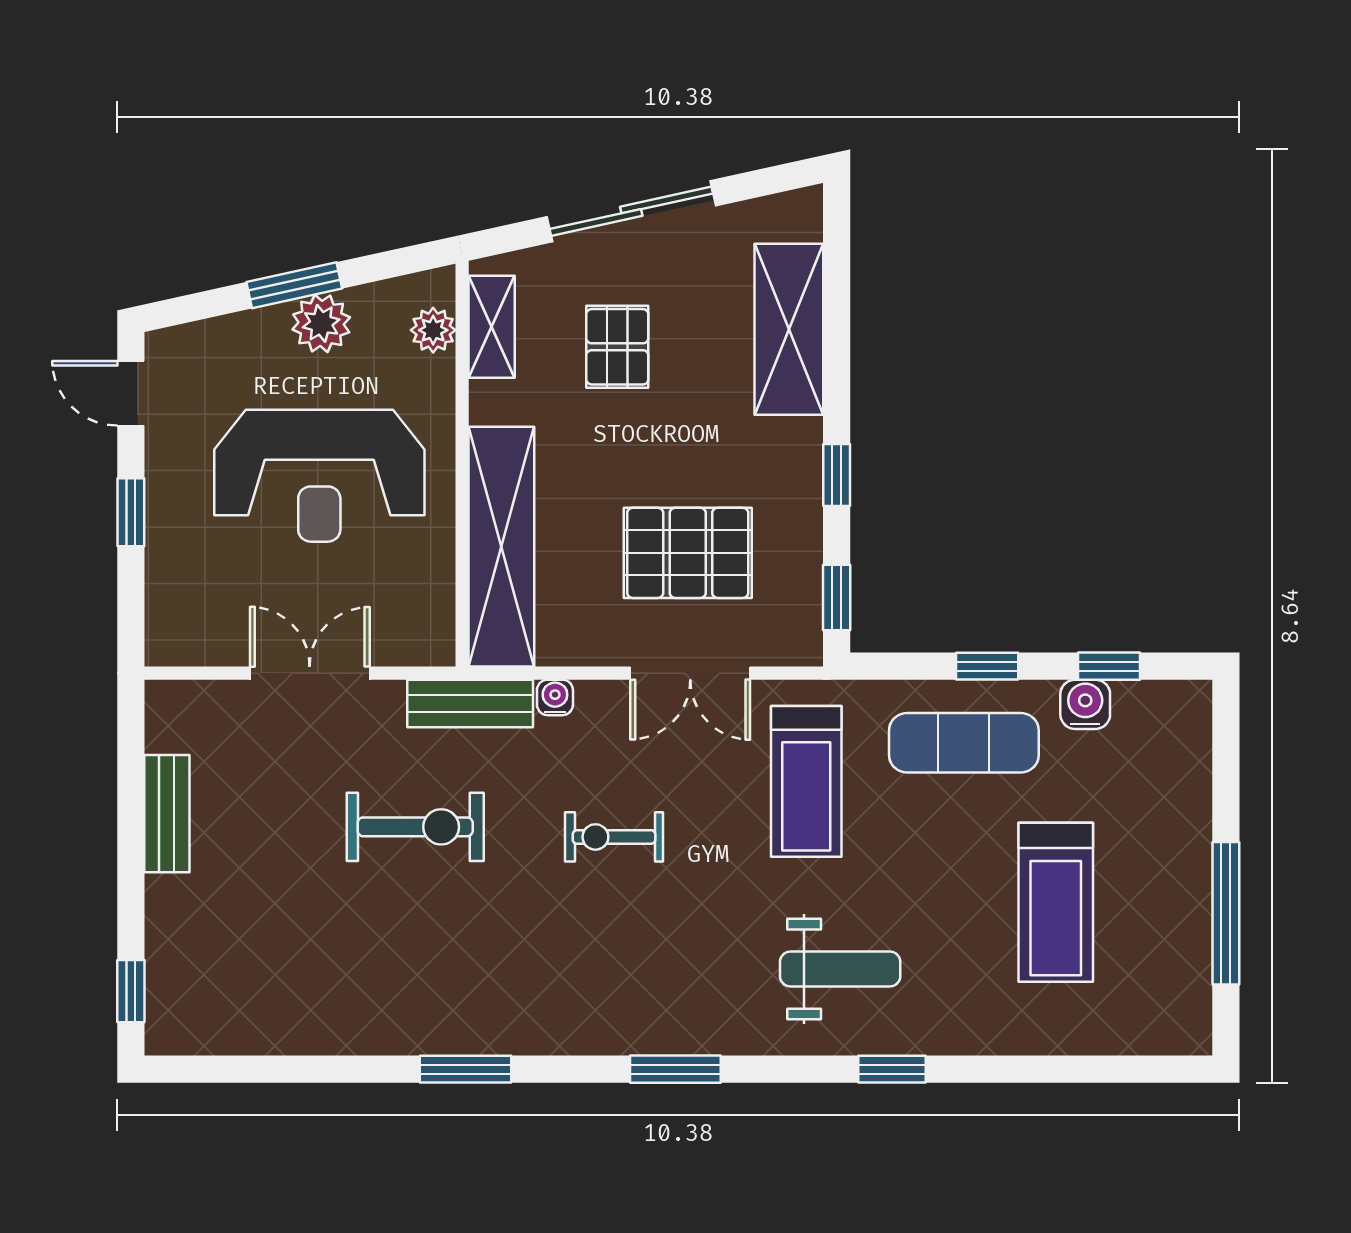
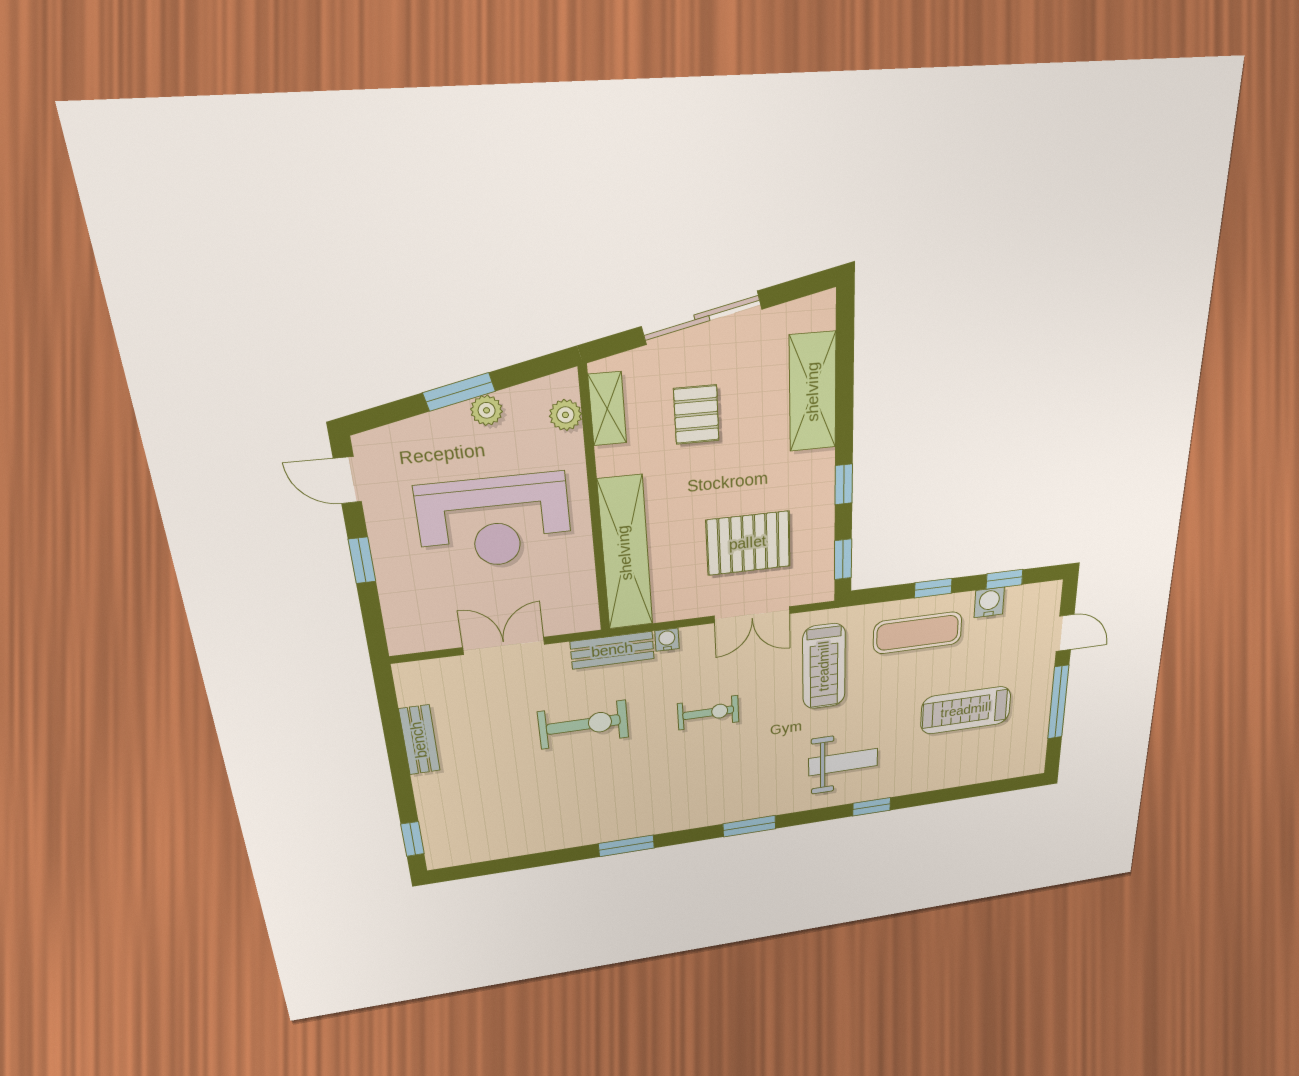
plant: (321, 323) -> (487, 410), width x0.73, depth x0.73
door: (1226, 780) -> (1065, 633), added
exercise bike: (614, 837) -> (708, 713), turned 180
treadmill: (1056, 902) -> (966, 710), turned 90

